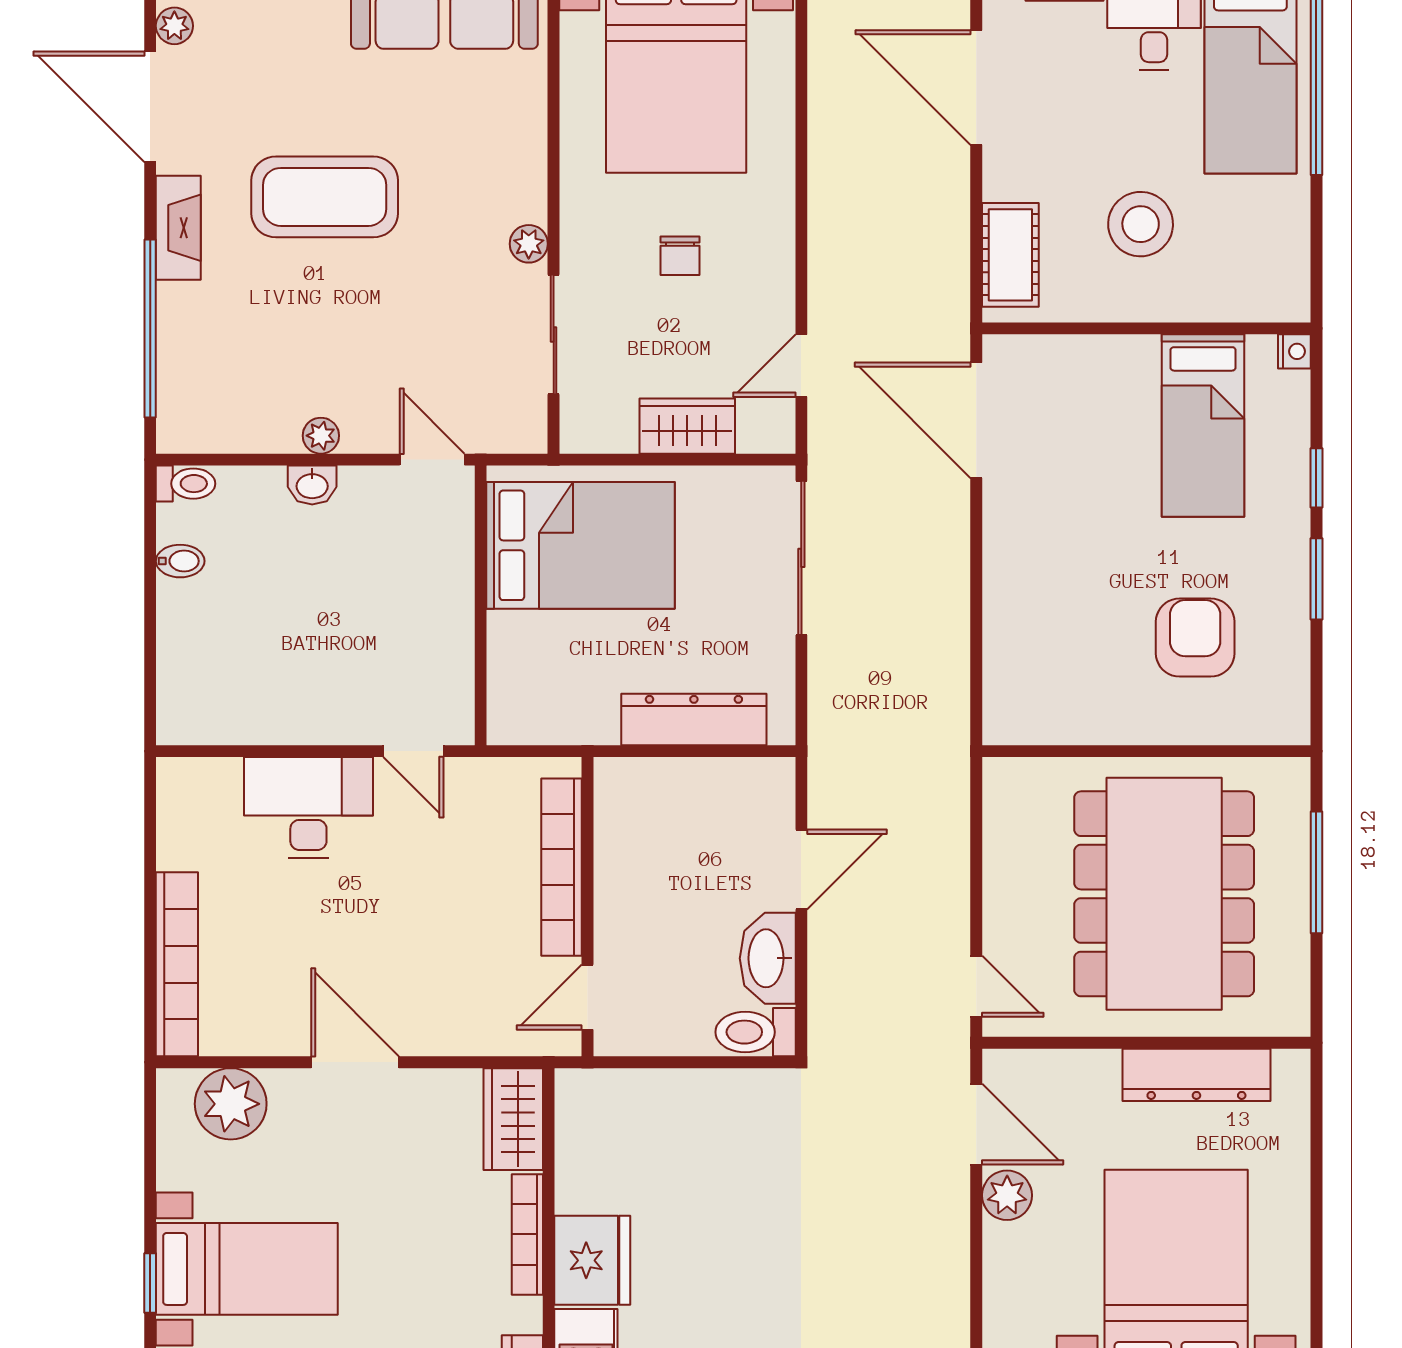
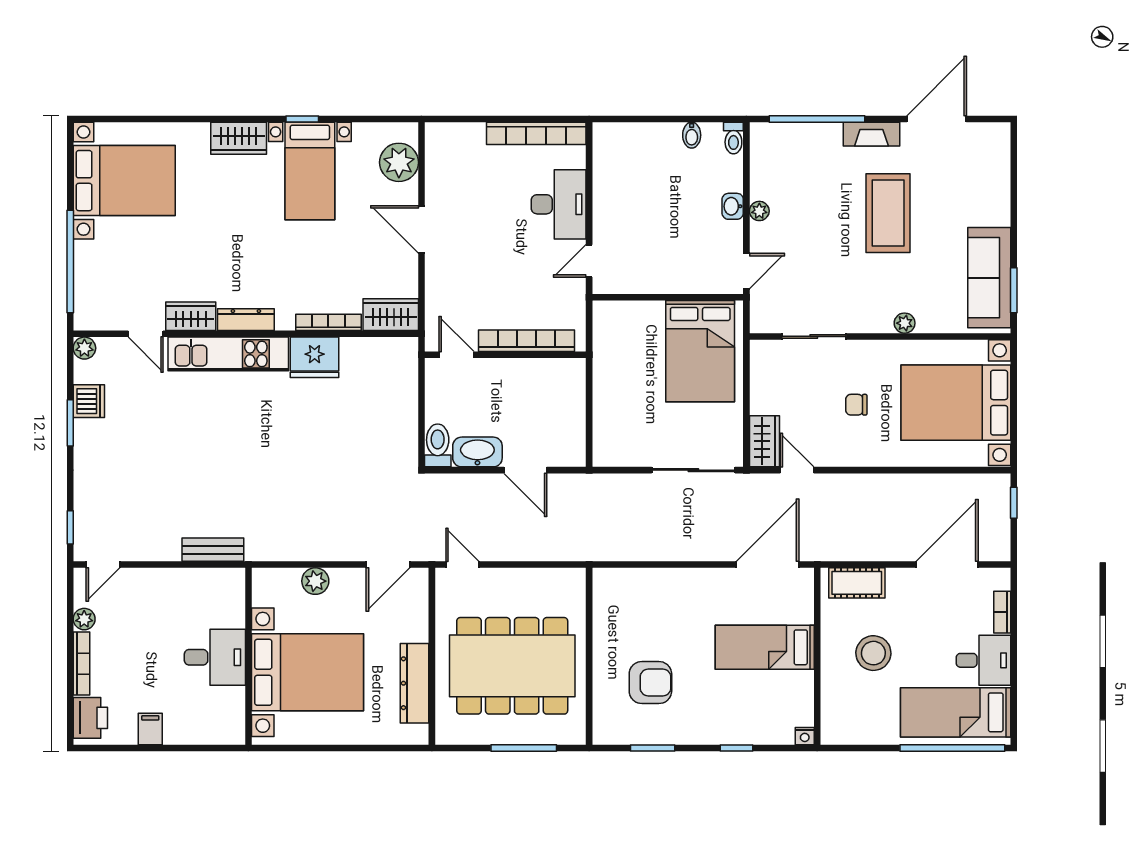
plant: (174, 26) -> (980, 132), removed
plant: (529, 244) -> (905, 323), moved
wardrobe: (687, 426) -> (764, 441), moved
bed: (1203, 426) -> (765, 647), moved
window: (1316, 579) -> (653, 748), moved
dresser: (694, 719) -> (606, 412), removed
bookcase: (177, 964) -> (536, 133), moved
door: (976, 986) -> (462, 564), swing flipped
door: (355, 1062) -> (421, 229), swing flipped
plant: (1007, 1195) -> (315, 581), moved

